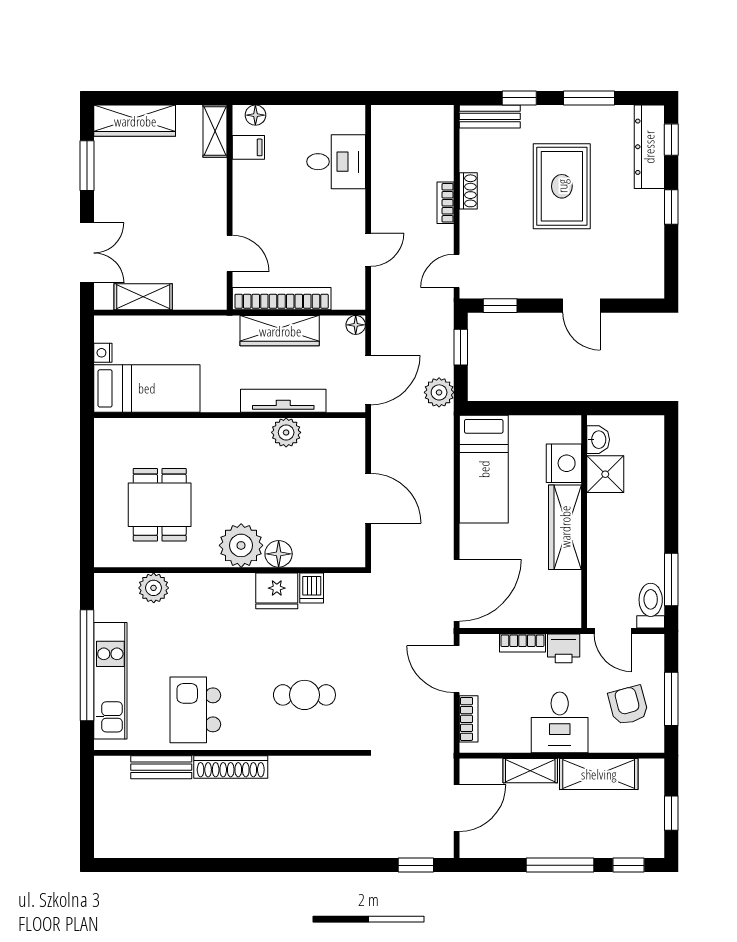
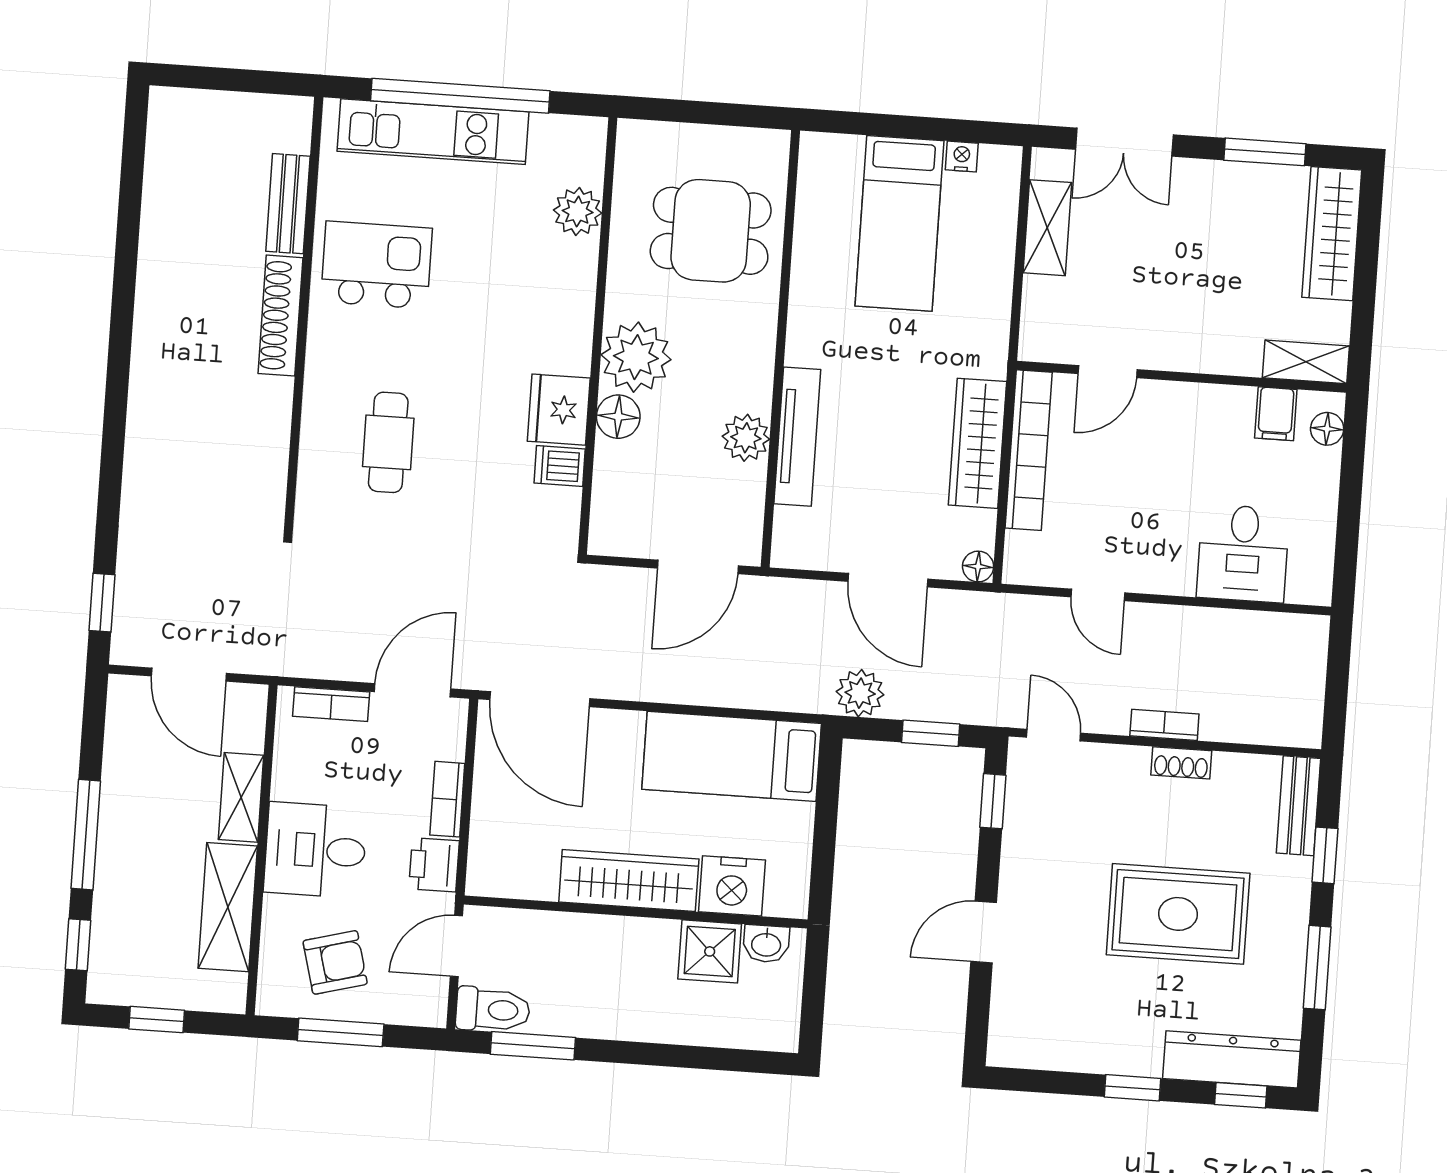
tv unit: (283, 401) -> (797, 437), moved
wall: (230, 415) -> (780, 349), moved
plant: (286, 432) -> (746, 438), moved

